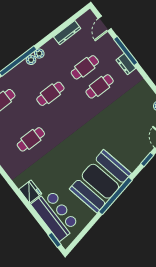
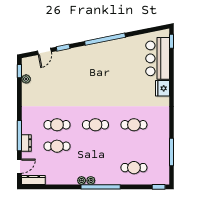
dresser: (67, 33) -> (33, 180), moved
dresser: (126, 64) -> (26, 143), moved
cafe table: (50, 94) -> (95, 125), moved
booth: (100, 181) -> (108, 58), removed

